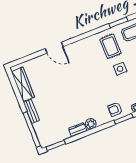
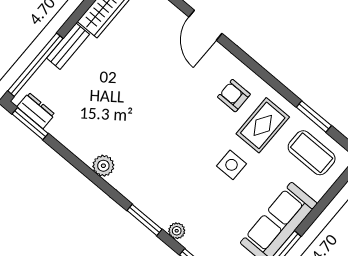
armchair: (115, 109) -> (234, 96), moved
dresser: (78, 130) -> (36, 110), moved

